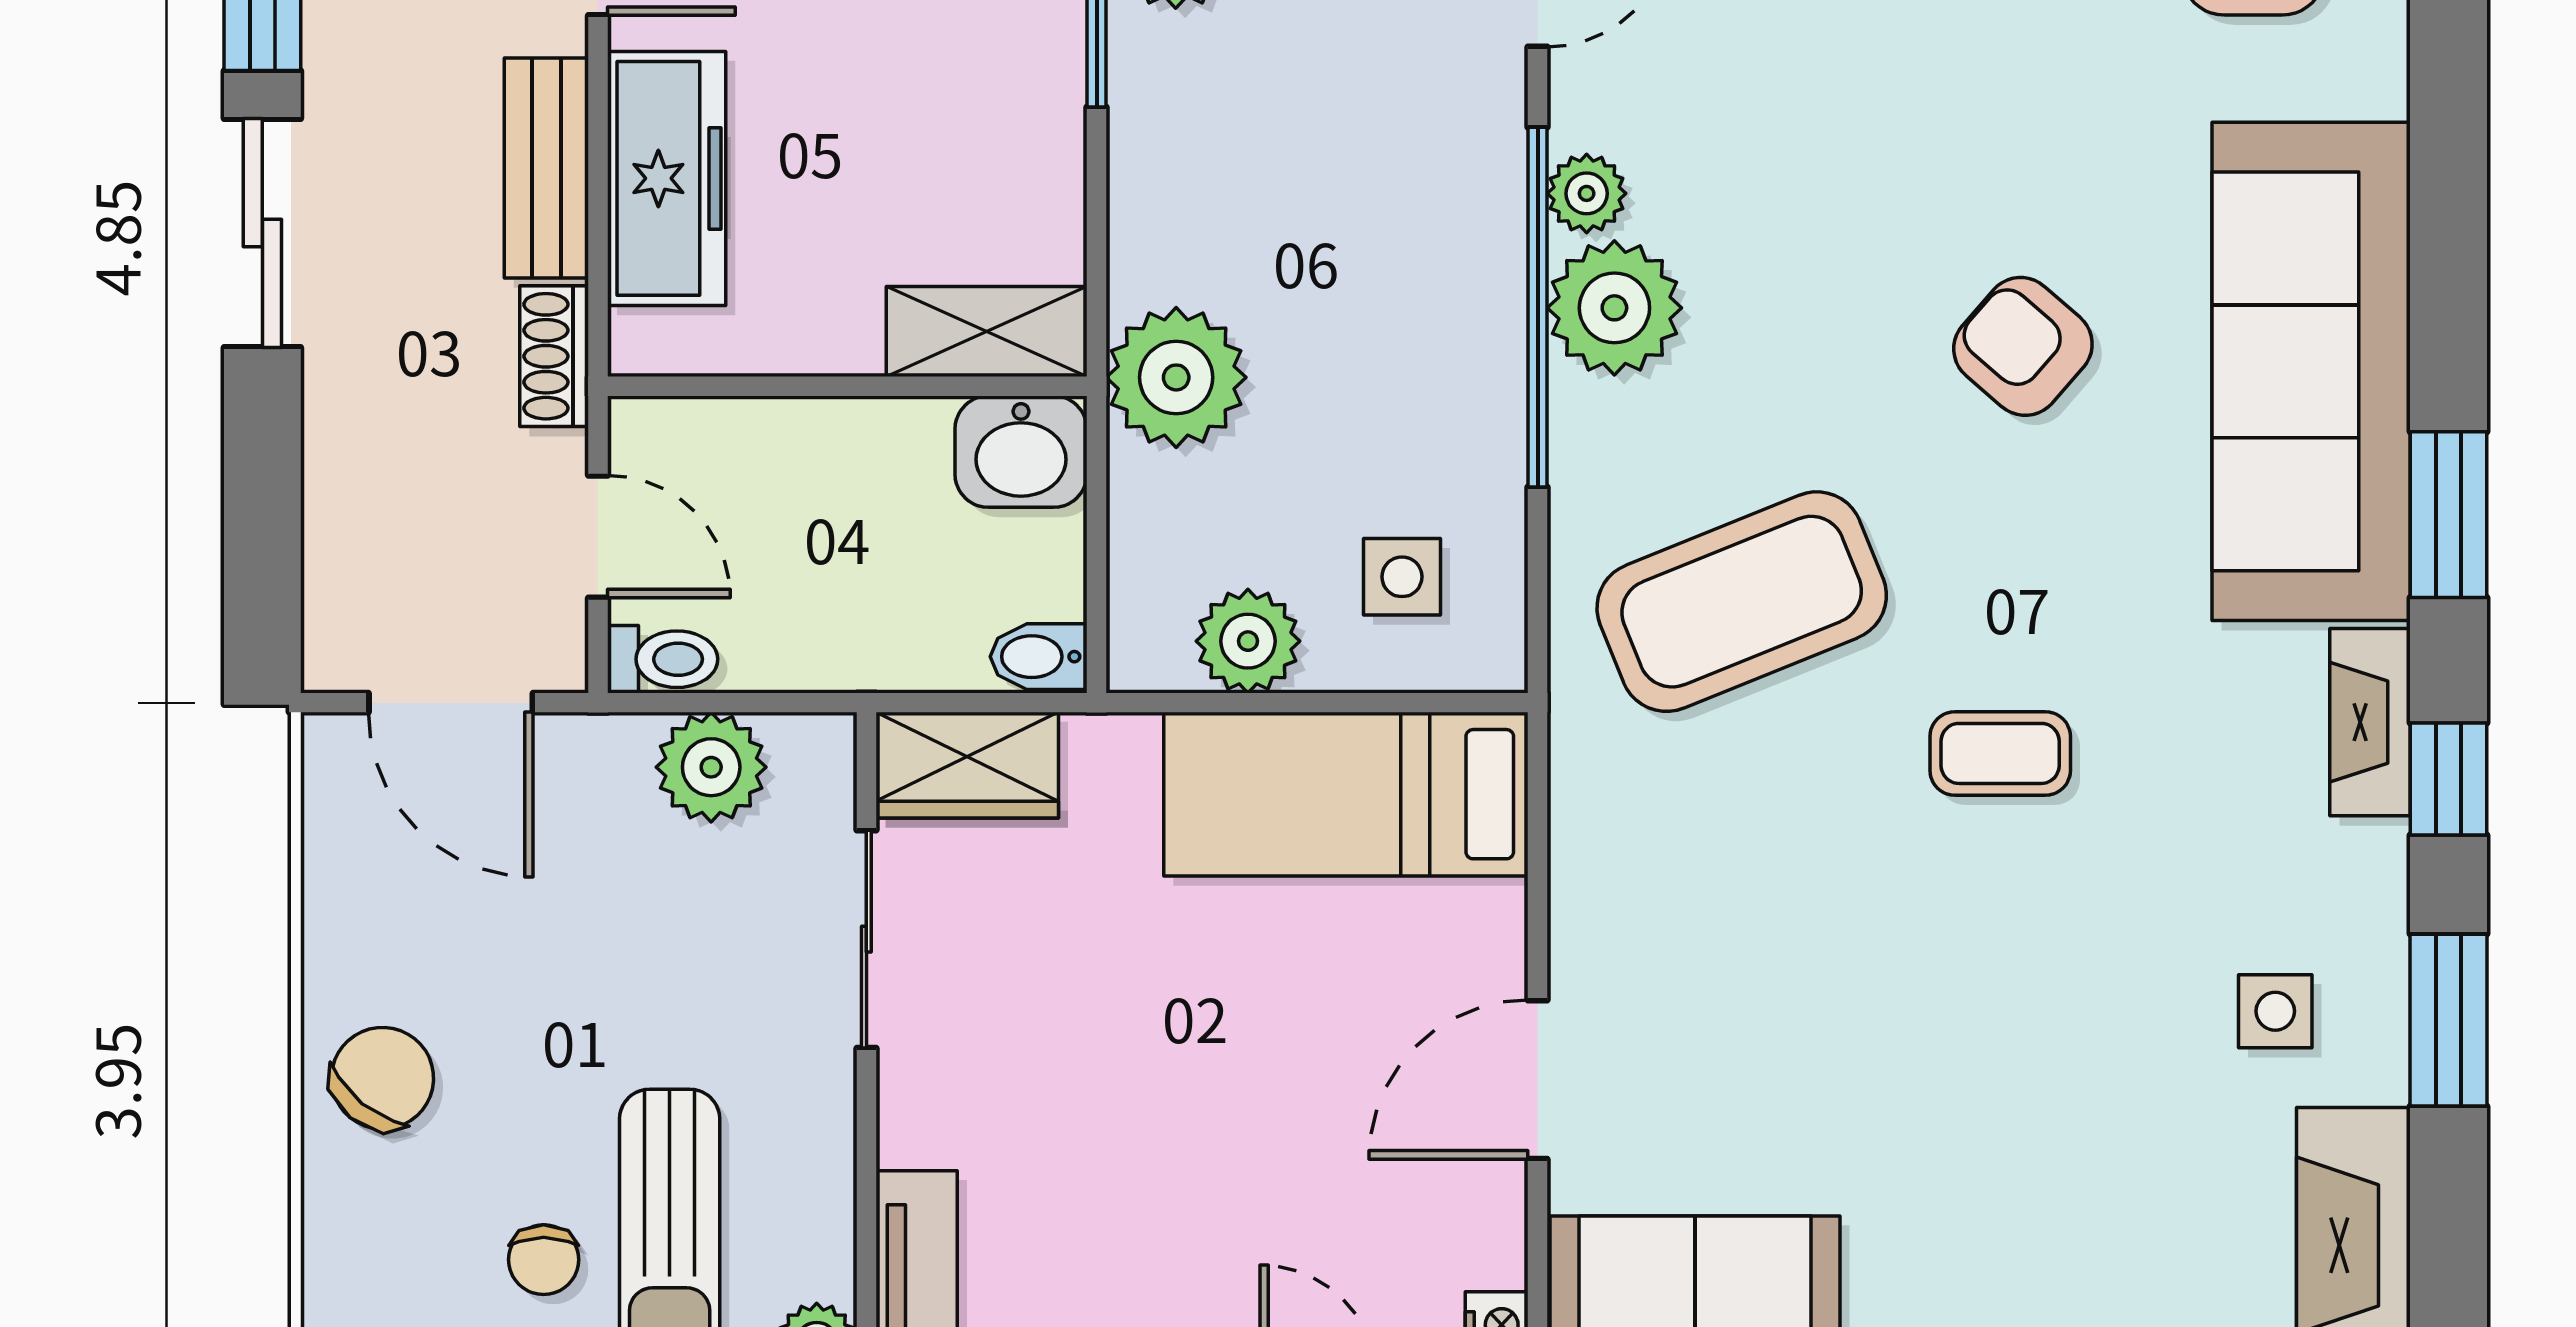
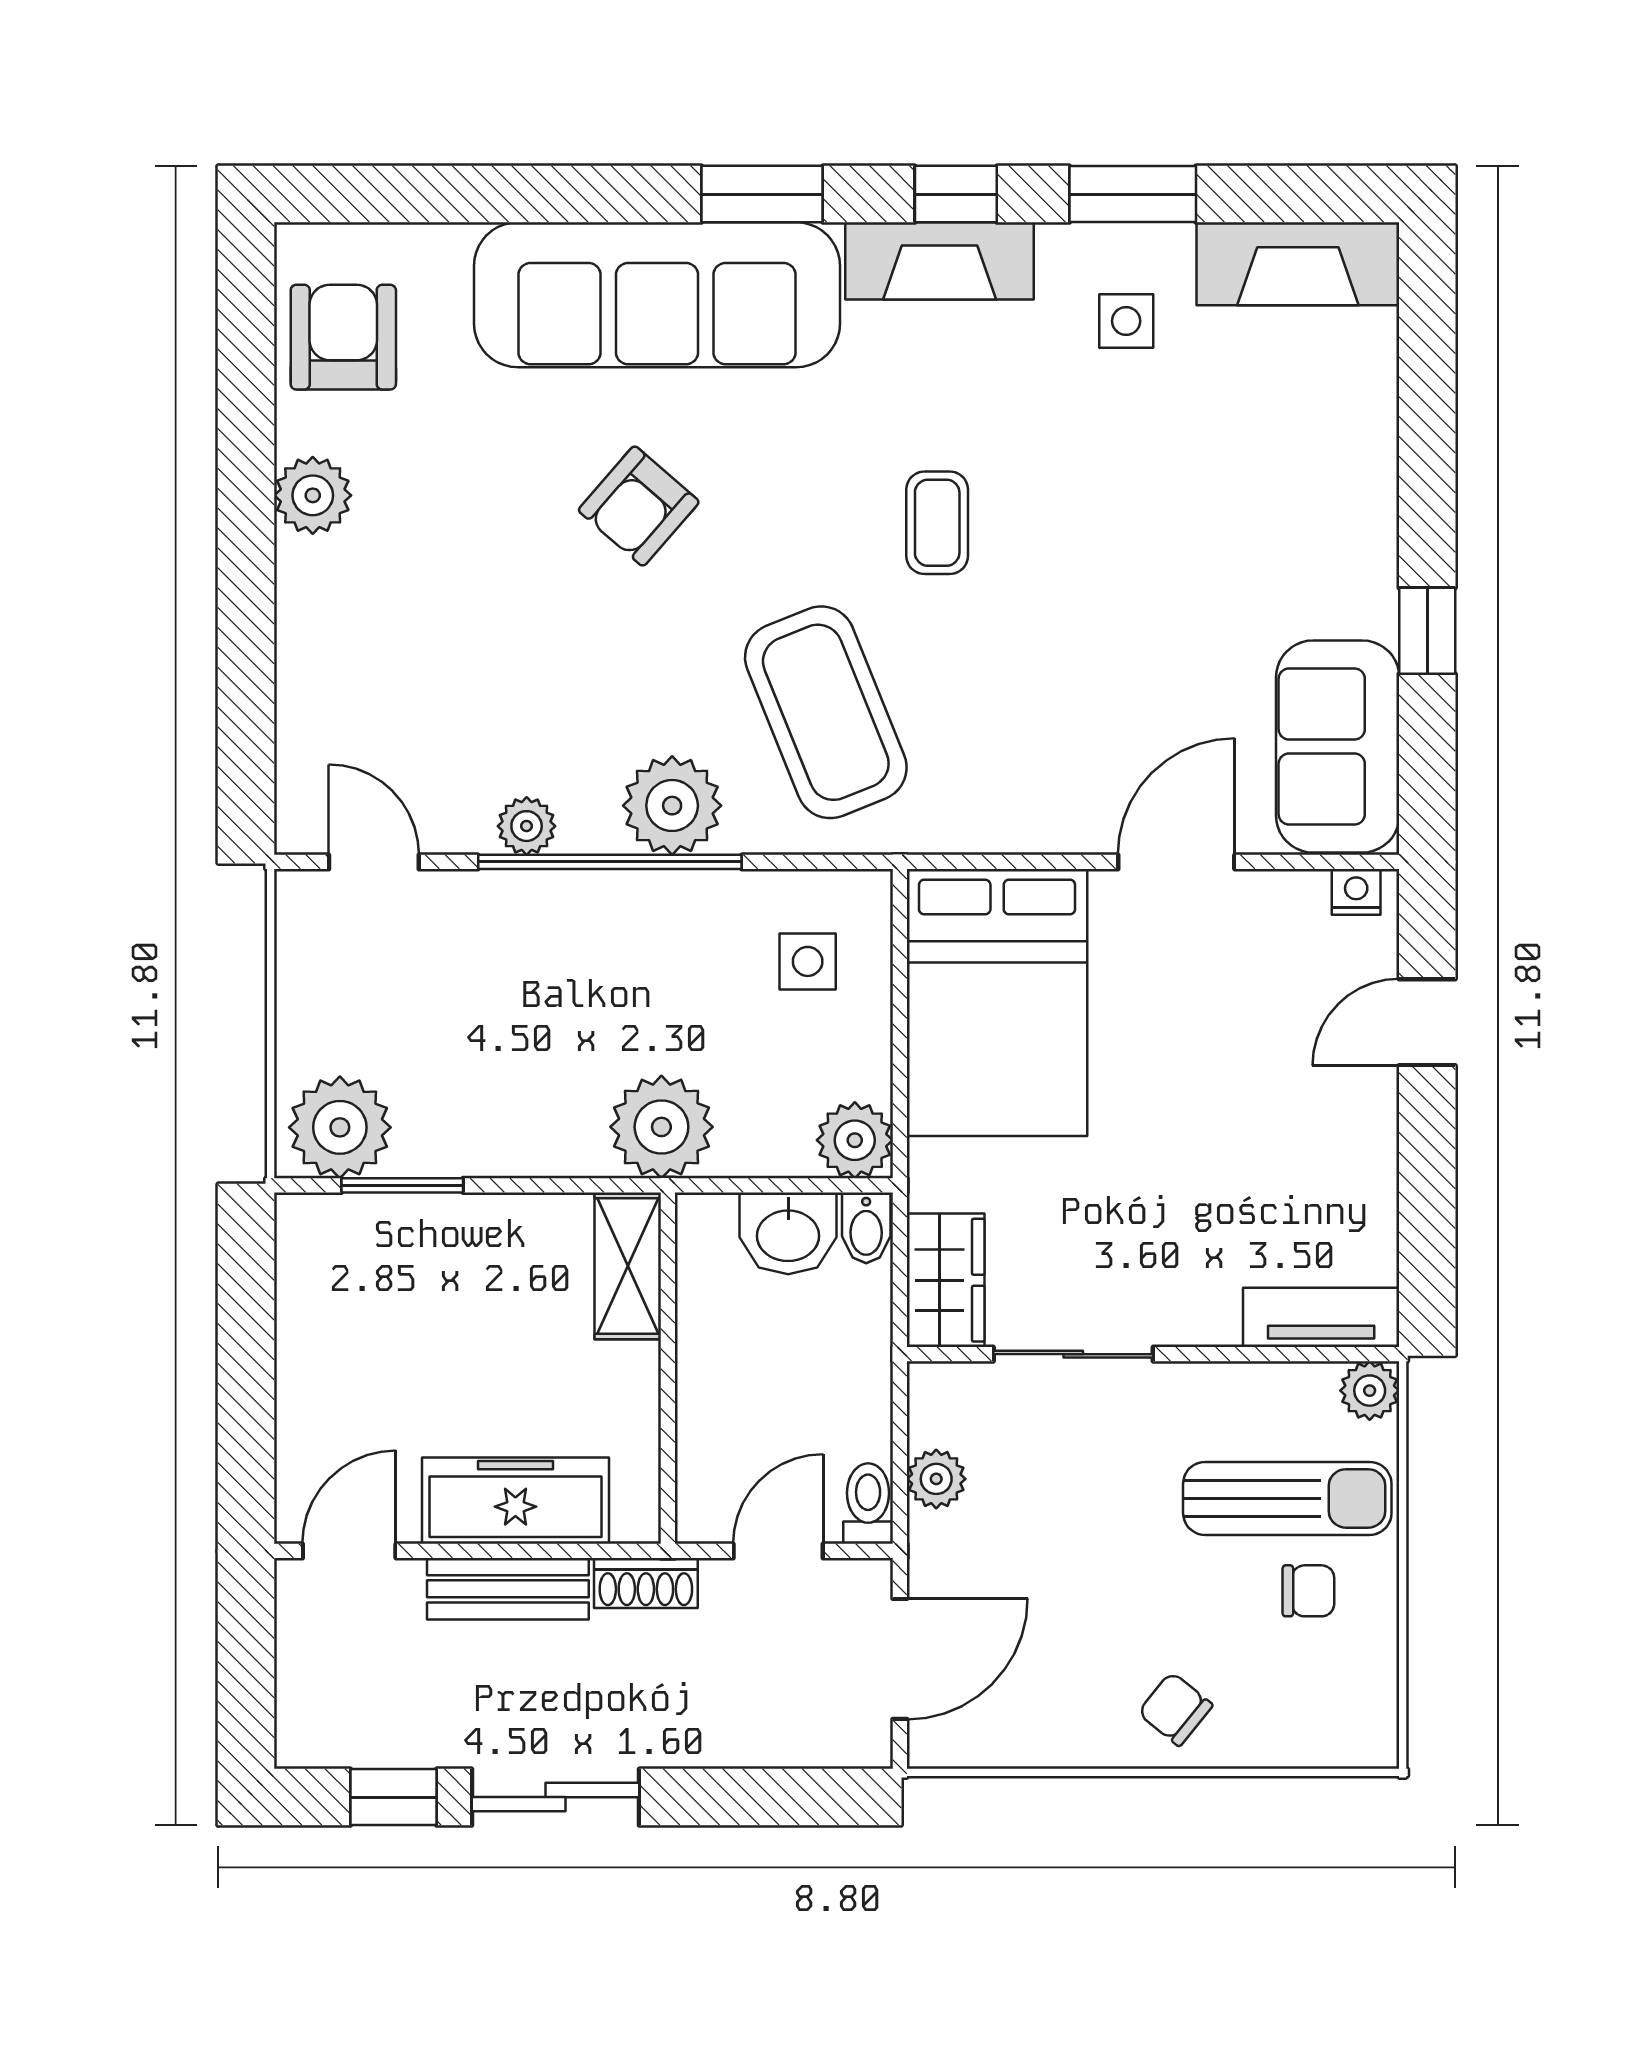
plant: (1614, 308) -> (672, 806), moved
washbasin: (1021, 452) -> (788, 1233), moved, turned 90
plant: (1248, 641) -> (855, 1140), moved
fireplace: (2370, 722) -> (940, 261), width x1.37, depth x1.32
plant: (711, 767) -> (936, 1479), width x0.73, depth x0.73
bed: (1346, 794) -> (997, 1003), width x1.50
chair: (383, 1078) -> (1175, 1709), width x0.73, depth x0.73
door: (1538, 1080) -> (1176, 862), swing flipped

